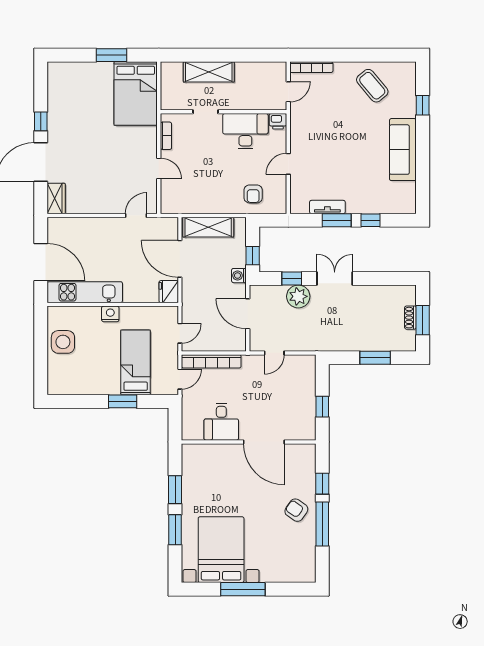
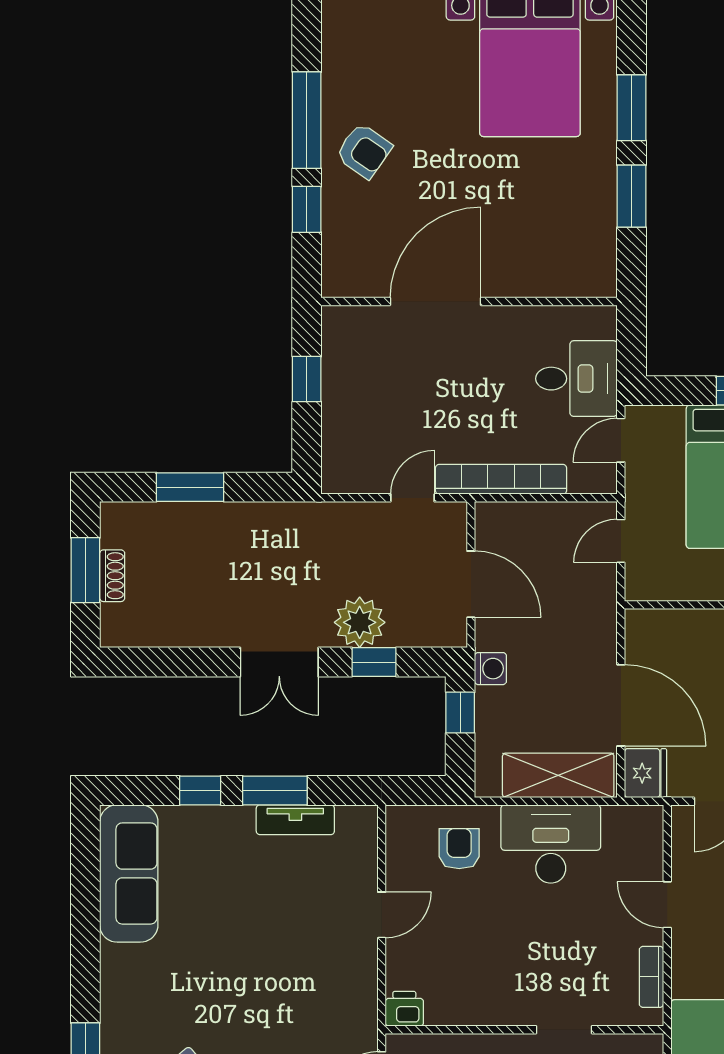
desk: (245, 131) -> (551, 844), moved, turned 180
sofa: (403, 150) -> (129, 873), moved
fridge: (169, 292) -> (646, 773), moved
bookcase: (211, 361) -> (501, 479), moved
desk: (221, 422) -> (576, 379), moved, turned 90
door: (264, 442) -> (436, 301), hinge flipped

